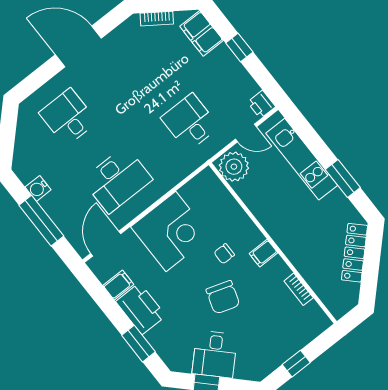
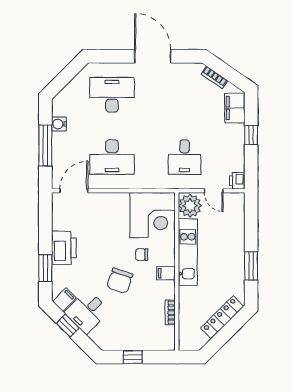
desk: (68, 117) -> (112, 95), width x1.37
desk: (190, 122) -> (184, 157), turned 180
kitchen unit: (302, 159) -> (188, 252), moved, turned 180
corner desk: (171, 231) -> (153, 215), moved
filing cabinet: (118, 285) -> (64, 300), moved, turned -45

